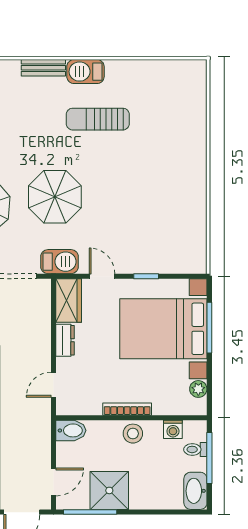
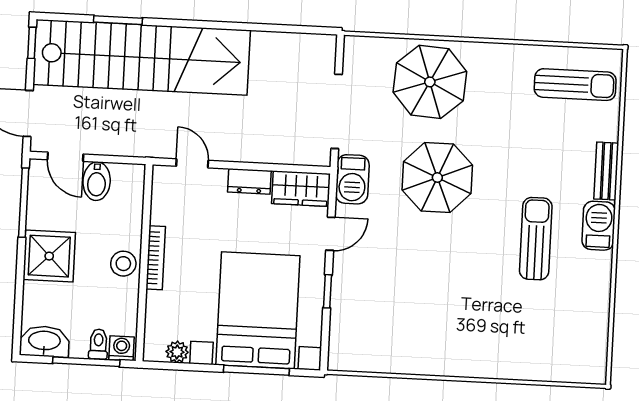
washing machine: (173, 429) -> (122, 348), moved, turned 90
bidet: (71, 430) -> (97, 181), moved
shower: (109, 490) -> (49, 256), moved

